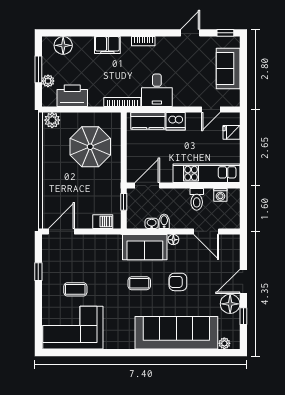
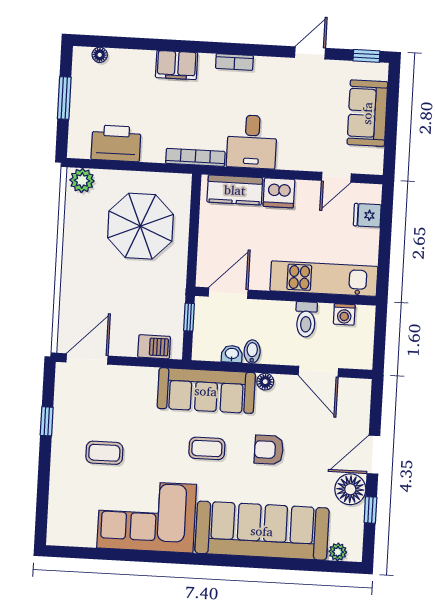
floor lamp: (63, 45) -> (100, 55), width x0.53, depth x0.53
plant: (48, 81) -> (79, 117), removed
sofa: (145, 247) -> (206, 391), width x1.36
corner sofa: (73, 328) -> (147, 516), moved

